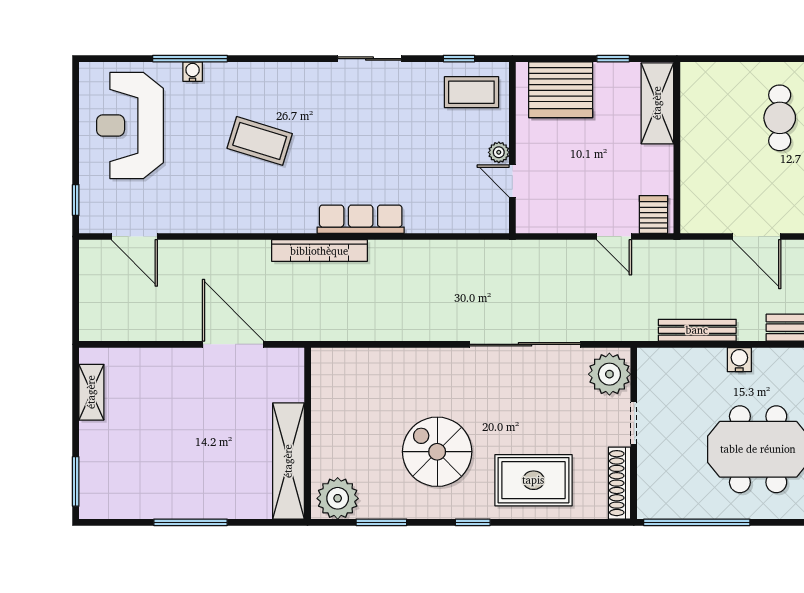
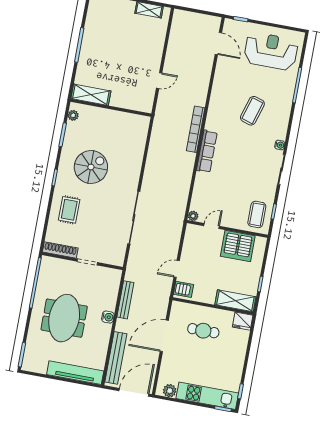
water cooler: (193, 72) -> (280, 145), moved
fridge: (696, 81) -> (243, 321), added
server rack: (561, 90) -> (238, 246), moved, turned -90
cafe table: (780, 118) -> (203, 331), moved
plant: (499, 152) -> (193, 216), moved
door: (134, 237) -> (218, 43), swing flipped
door: (757, 237) -> (164, 336), width x1.36
door: (233, 344) -> (159, 81), width x0.53
plant: (609, 374) -> (112, 255), removed
shelving: (288, 461) -> (91, 95), width x0.68
rug: (533, 480) -> (69, 210), width x0.73, depth x0.70
plant: (338, 498) -> (73, 115), width x0.53, depth x0.53

